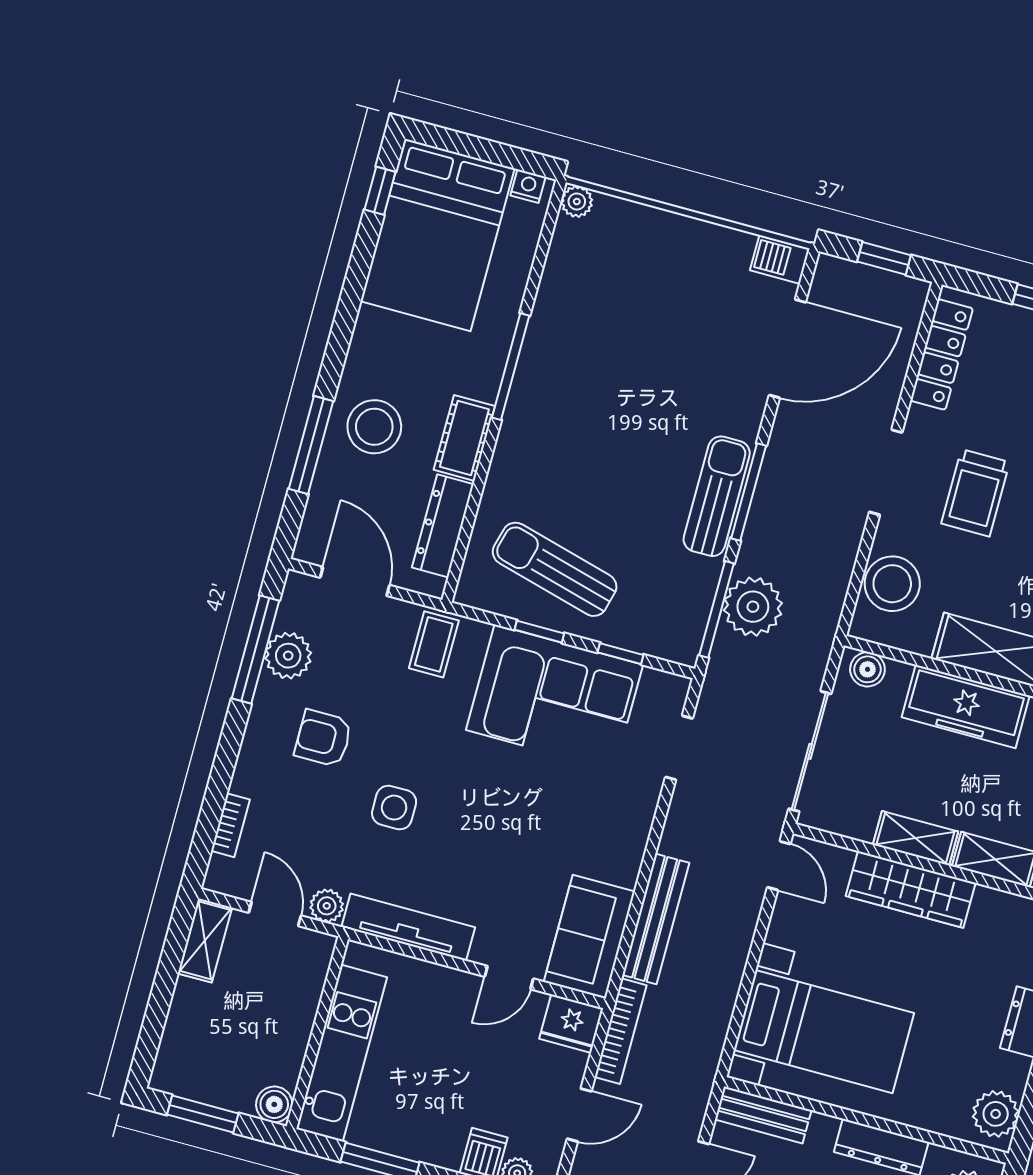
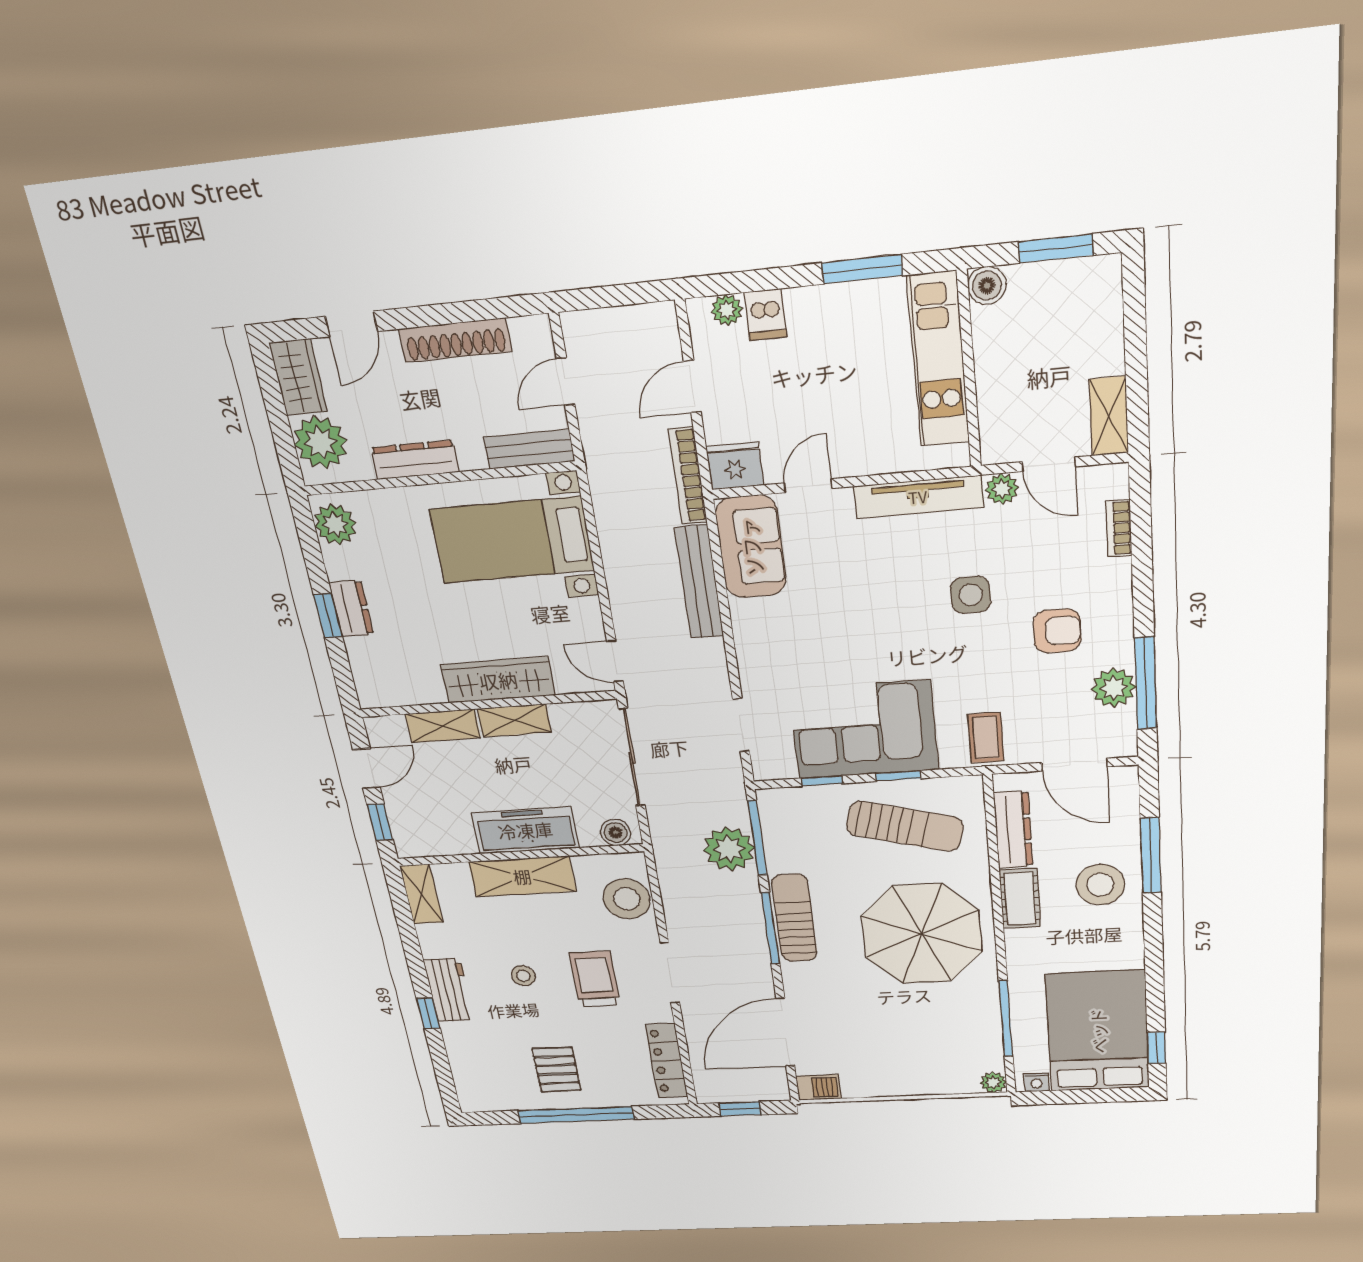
window: (511, 367) -> (1006, 1019), moved
parasol: (585, 429) -> (922, 934), added
sun lounger: (717, 496) -> (794, 918), turned 180

